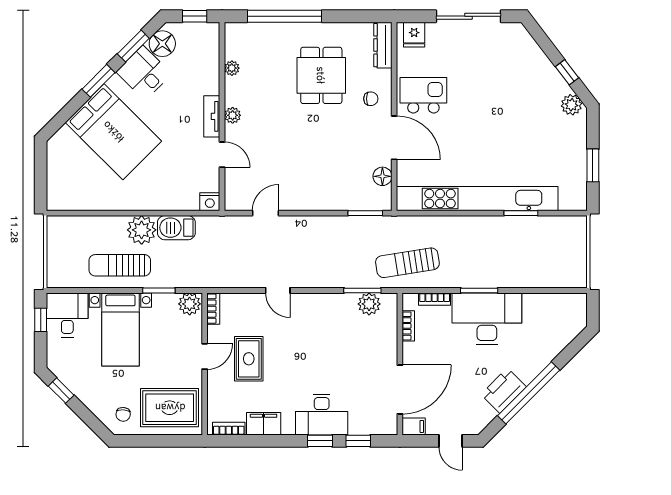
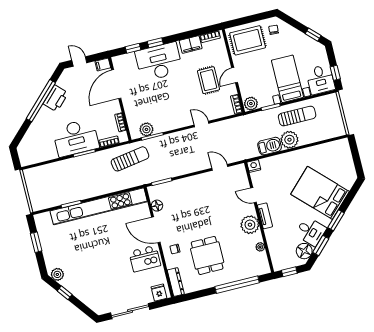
plant: (233, 115) -> (250, 225), width x1.87, depth x1.87
door: (265, 213) -> (220, 167), swing flipped
desk: (322, 415) -> (159, 62), width x1.36, depth x1.30

